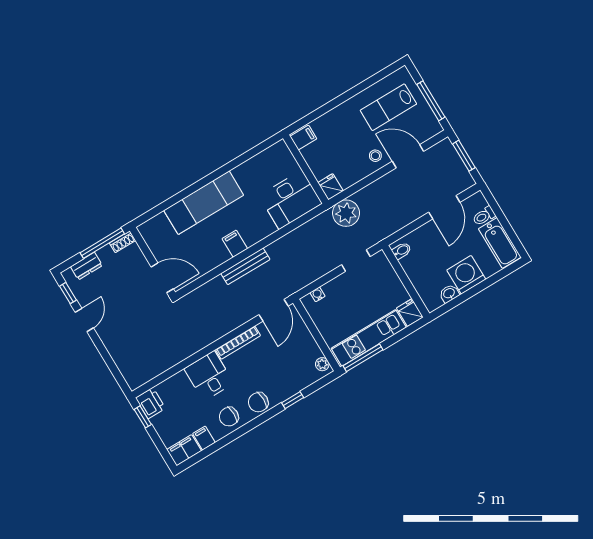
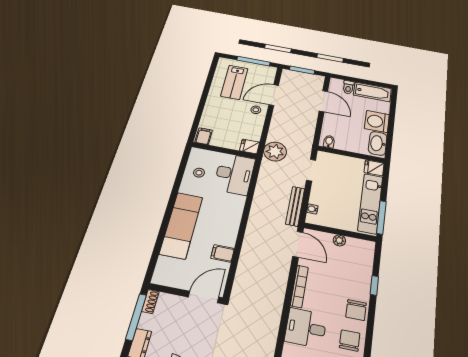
stool: (264, 169) -> (199, 173), added
filing cabinet: (235, 244) -> (223, 253), moved
bench: (245, 266) -> (295, 206), moved
washbasin: (449, 294) -> (378, 143), width x1.91, depth x1.45
plant: (322, 364) -> (339, 240), moved
chair: (229, 417) -> (350, 340), turned 180

